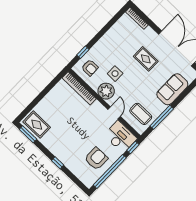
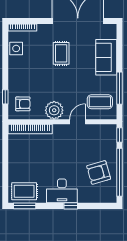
rug: (146, 59) -> (61, 53), turned 90
side table: (115, 74) -> (16, 48), moved
door: (114, 113) -> (78, 122), hinge flipped
desk: (120, 137) -> (62, 191), moved, turned 180
armchair: (96, 159) -> (99, 172), turned -106

